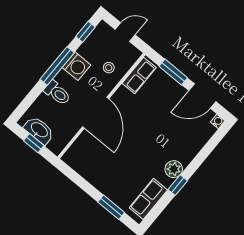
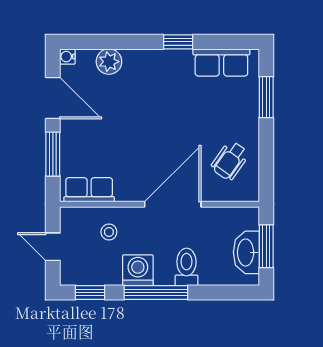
window: (34, 143) -> (266, 246), width x1.50
wheelchair: (94, 161) -> (230, 161), added
plant: (174, 169) -> (109, 62), moved

